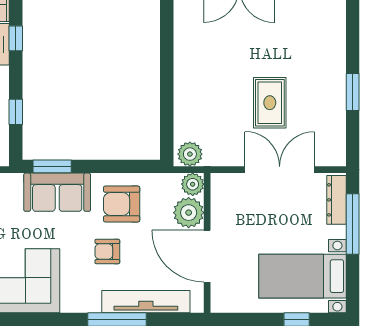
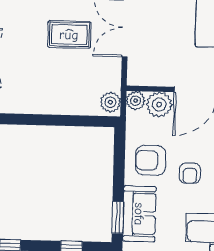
armchair: (122, 204) -> (151, 160), turned 90

